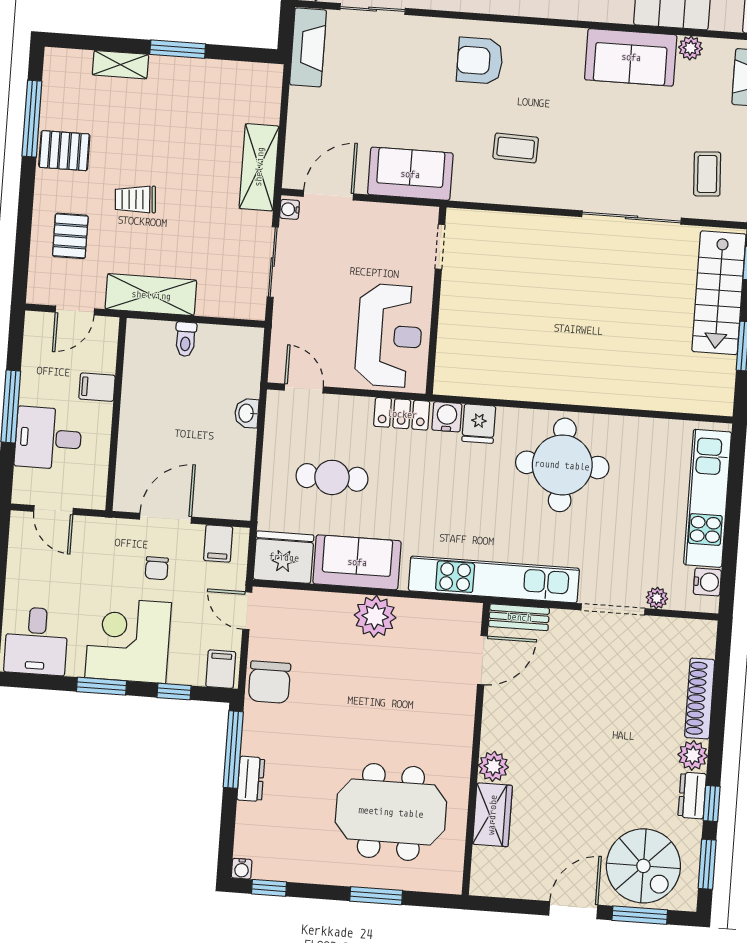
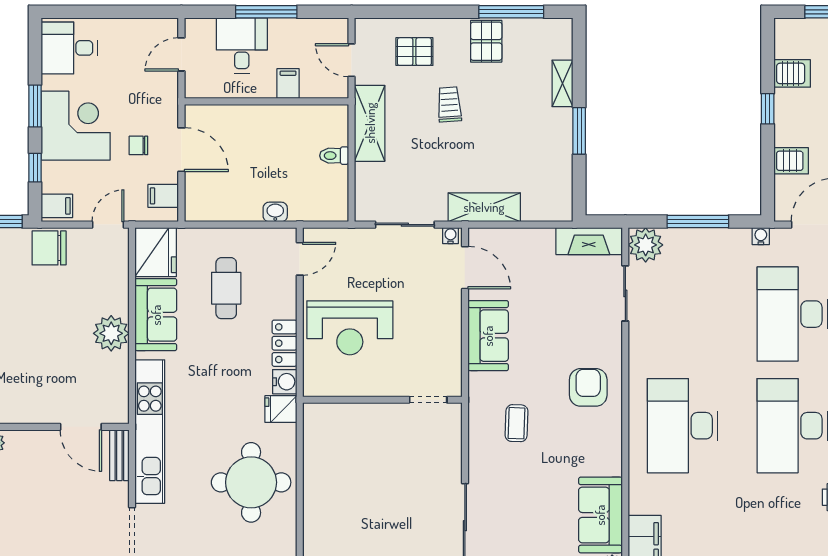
doorway: (440, 247) -> (428, 400), moved
wall: (436, 301) -> (382, 400), moved

